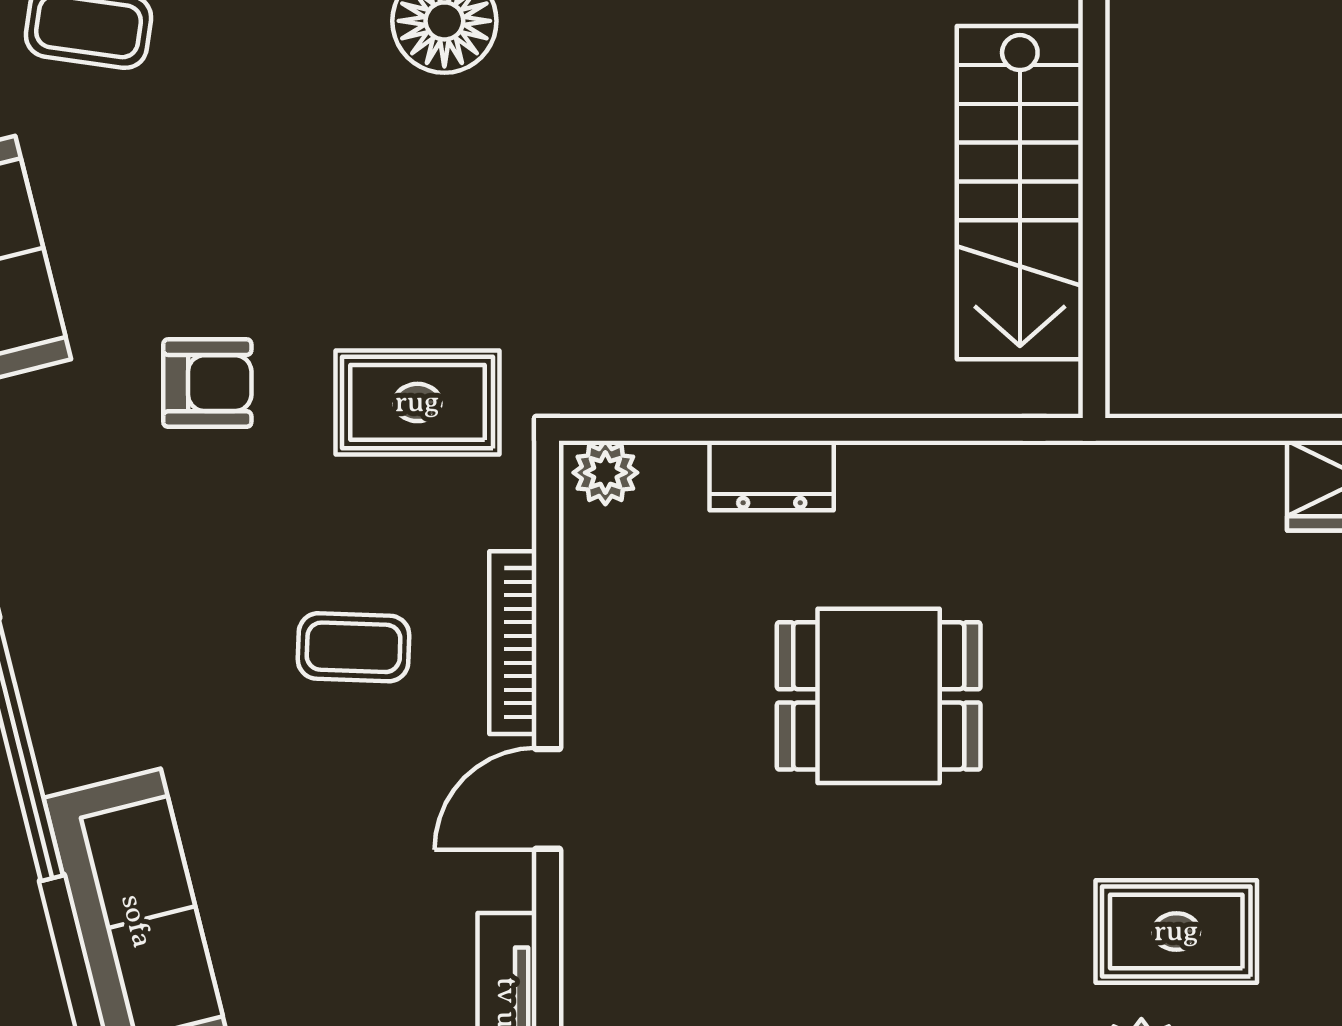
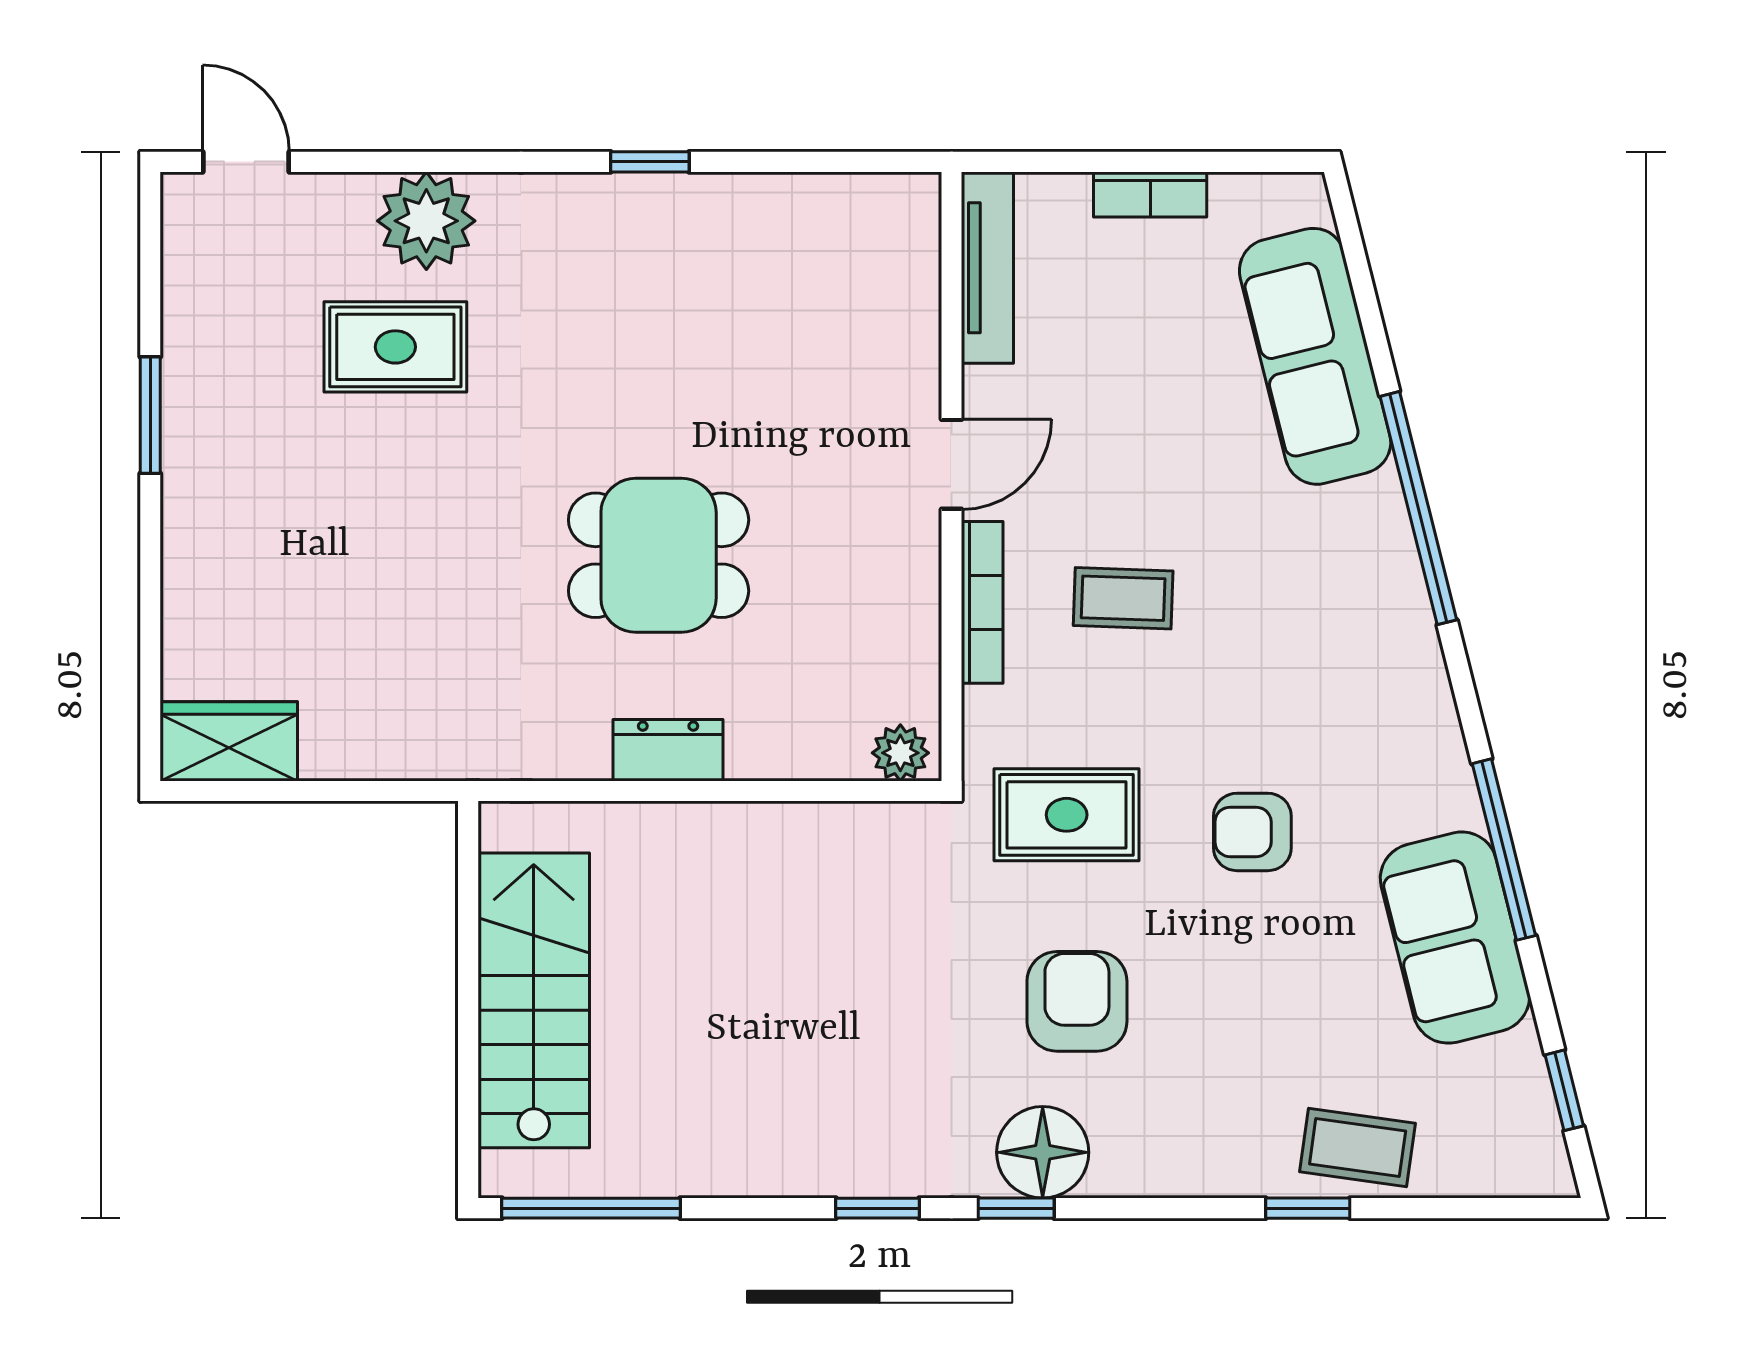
armchair: (406, 192) -> (1077, 1001), added
dresser: (772, 476) -> (668, 750), moved

